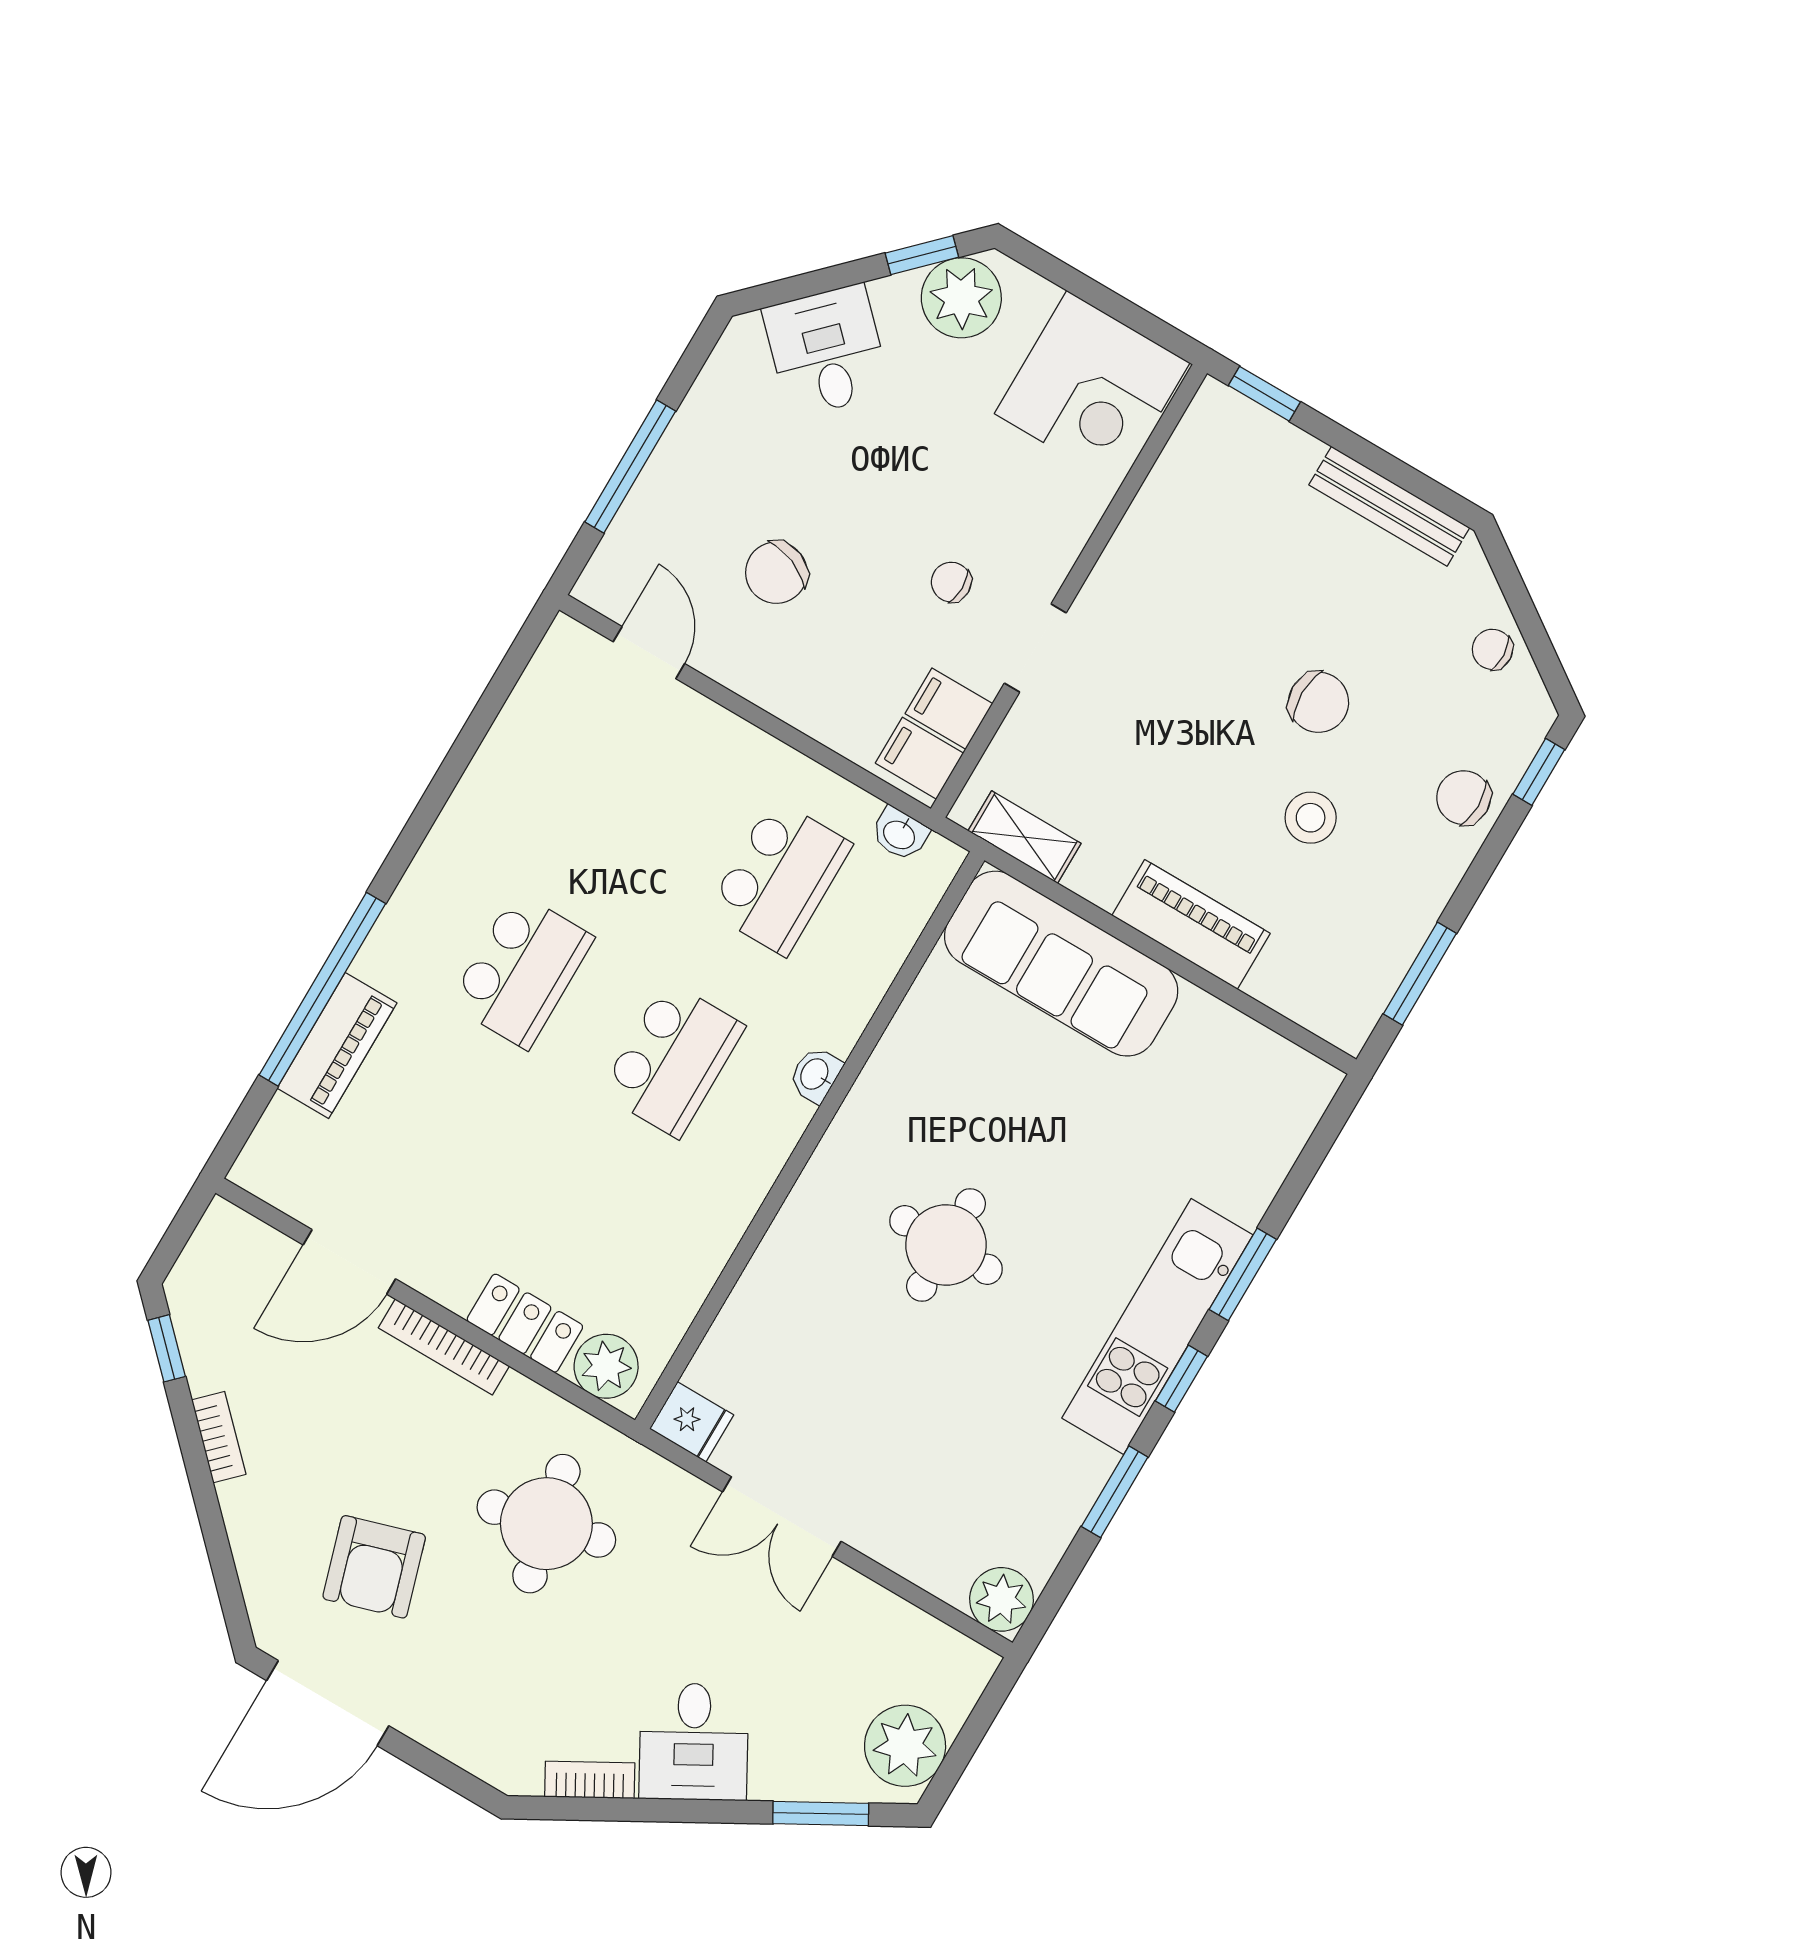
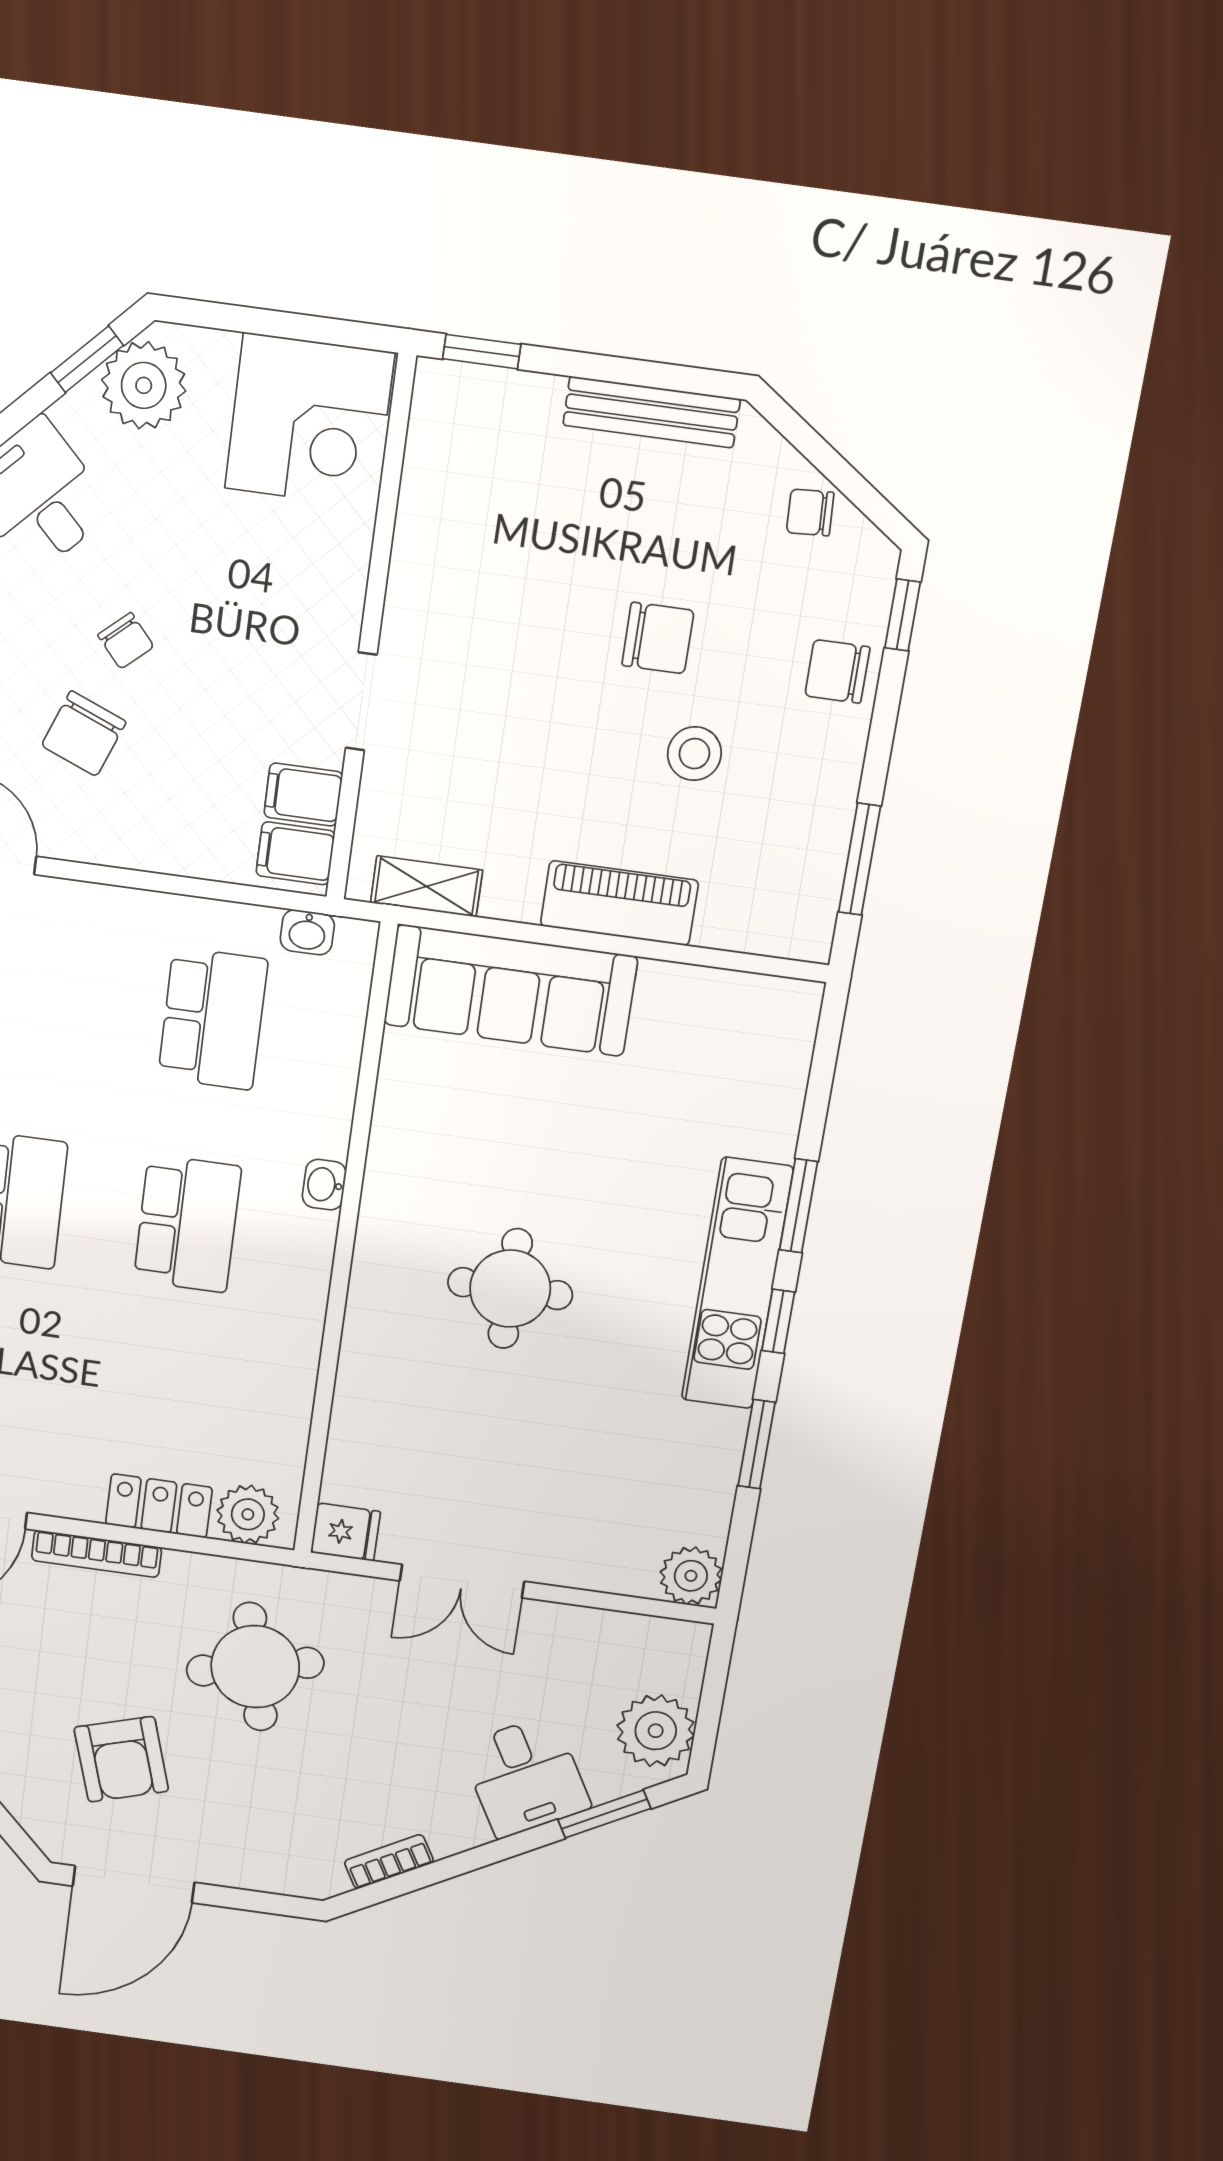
chair: (951, 582) -> (126, 641), moved, turned -131
desk: (694, 1742) -> (525, 1776), moved

